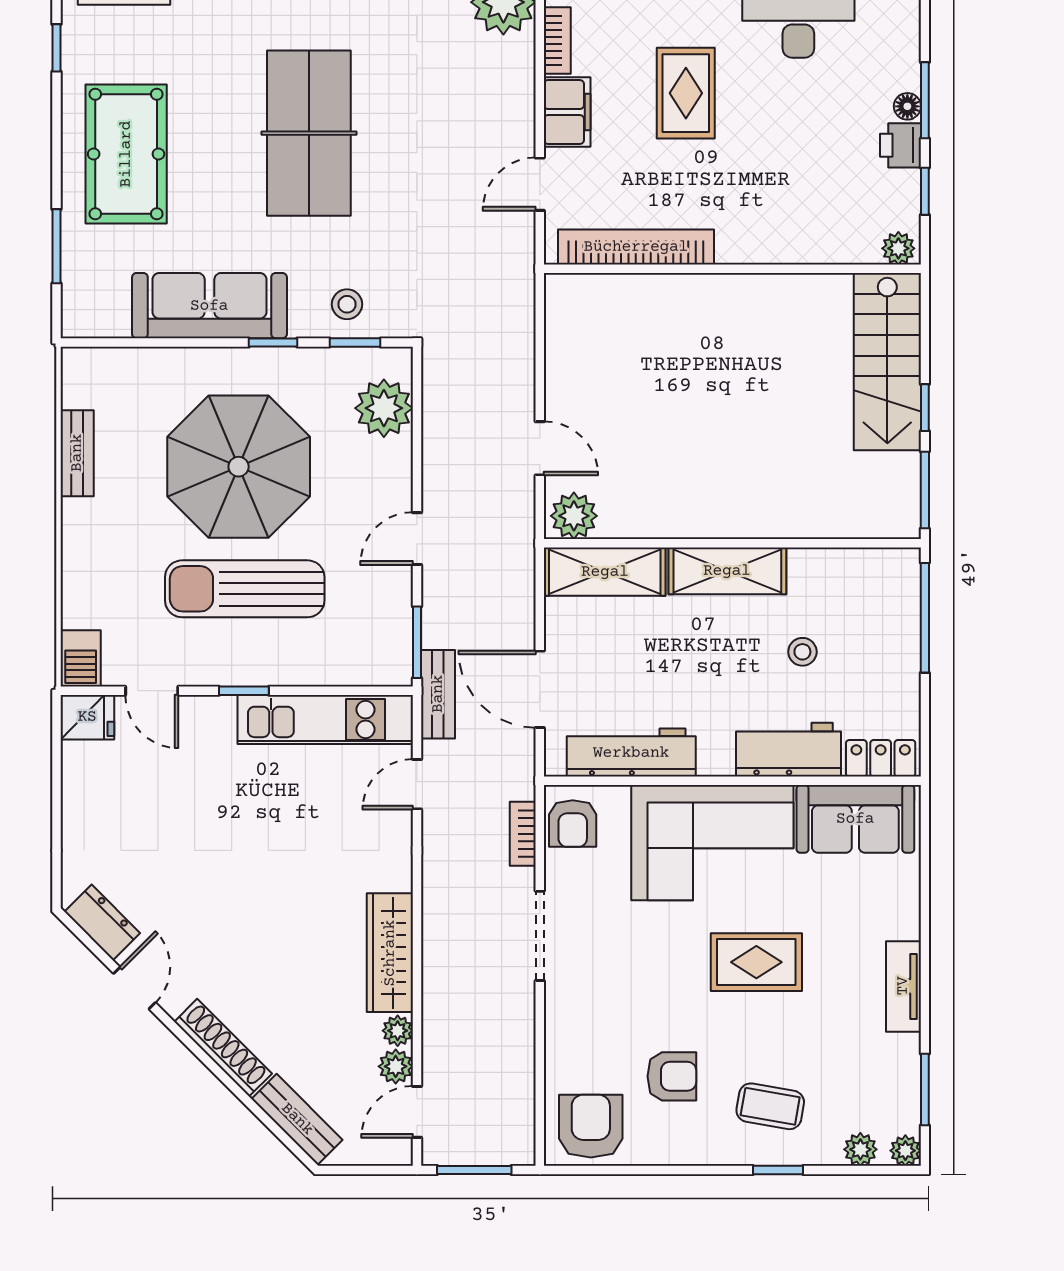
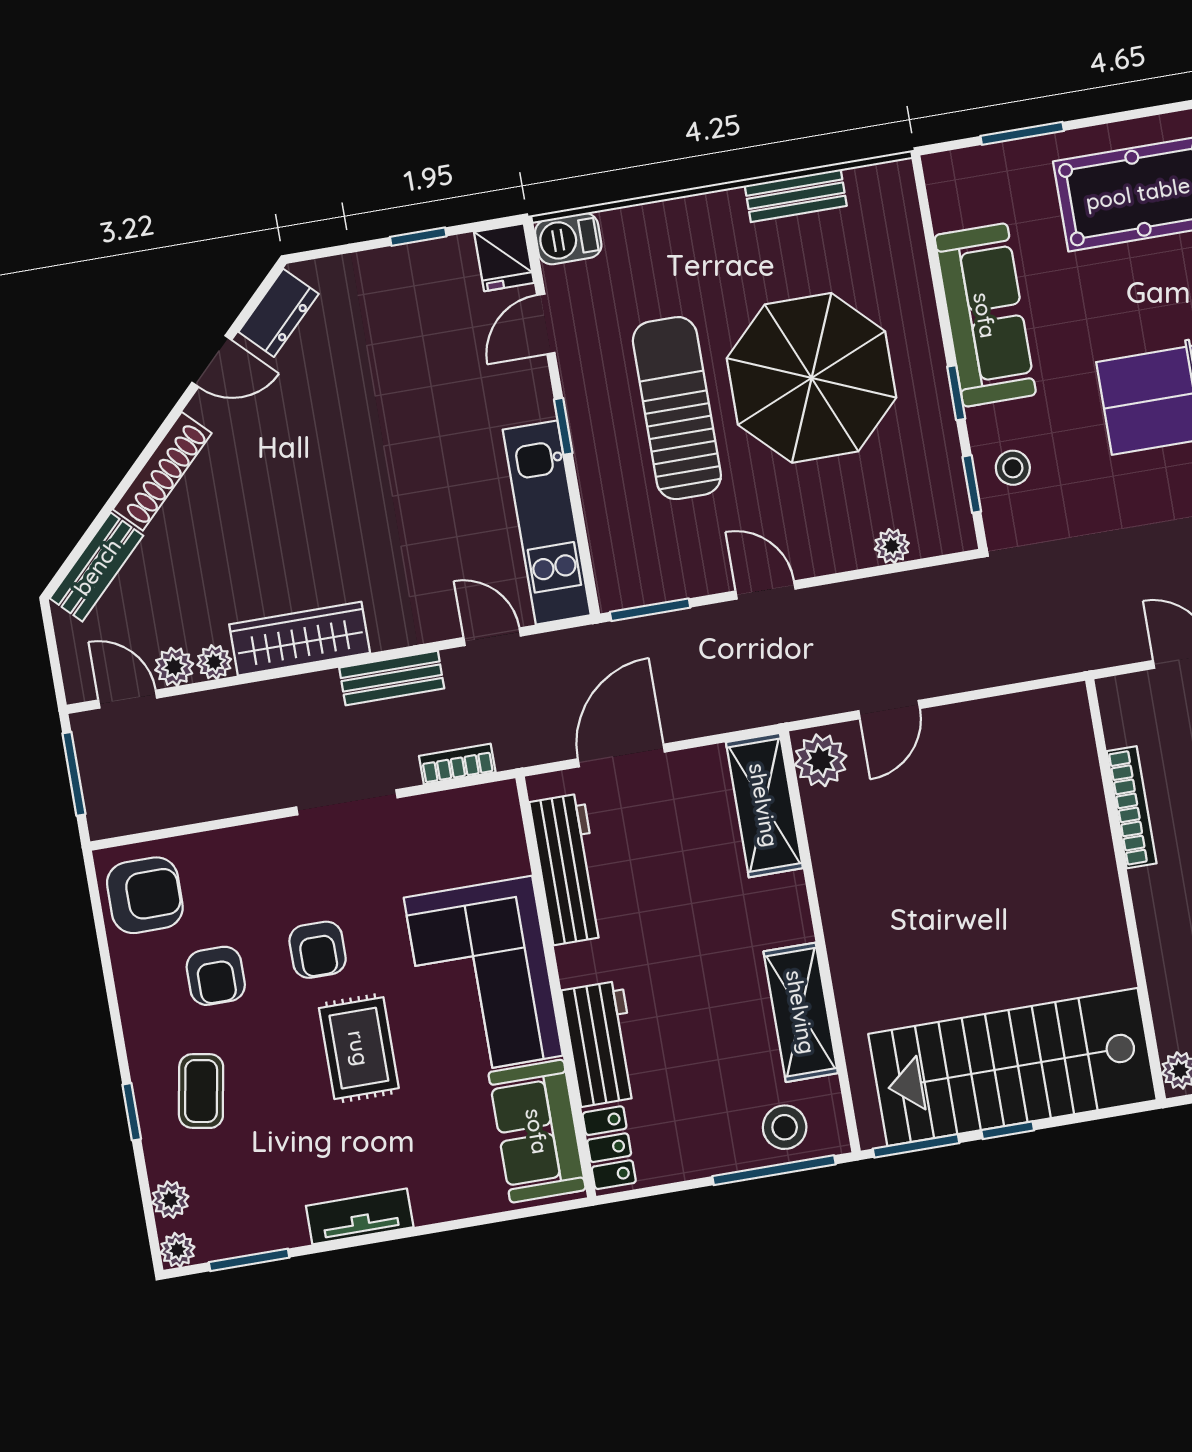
bookcase: (636, 247) -> (1132, 807), width x0.68, depth x0.76
stairs: (887, 362) -> (1013, 1067), width x1.36, depth x1.51
plant: (384, 408) -> (892, 546), width x0.53, depth x0.53
shelving: (727, 571) -> (801, 1012), moved
stool: (802, 652) -> (785, 1127), moved, width x1.37, depth x1.37
bench: (438, 694) -> (392, 678), moved
window: (56, 789) -> (418, 237), added
armchair: (573, 823) -> (318, 950), moved, turned -90

